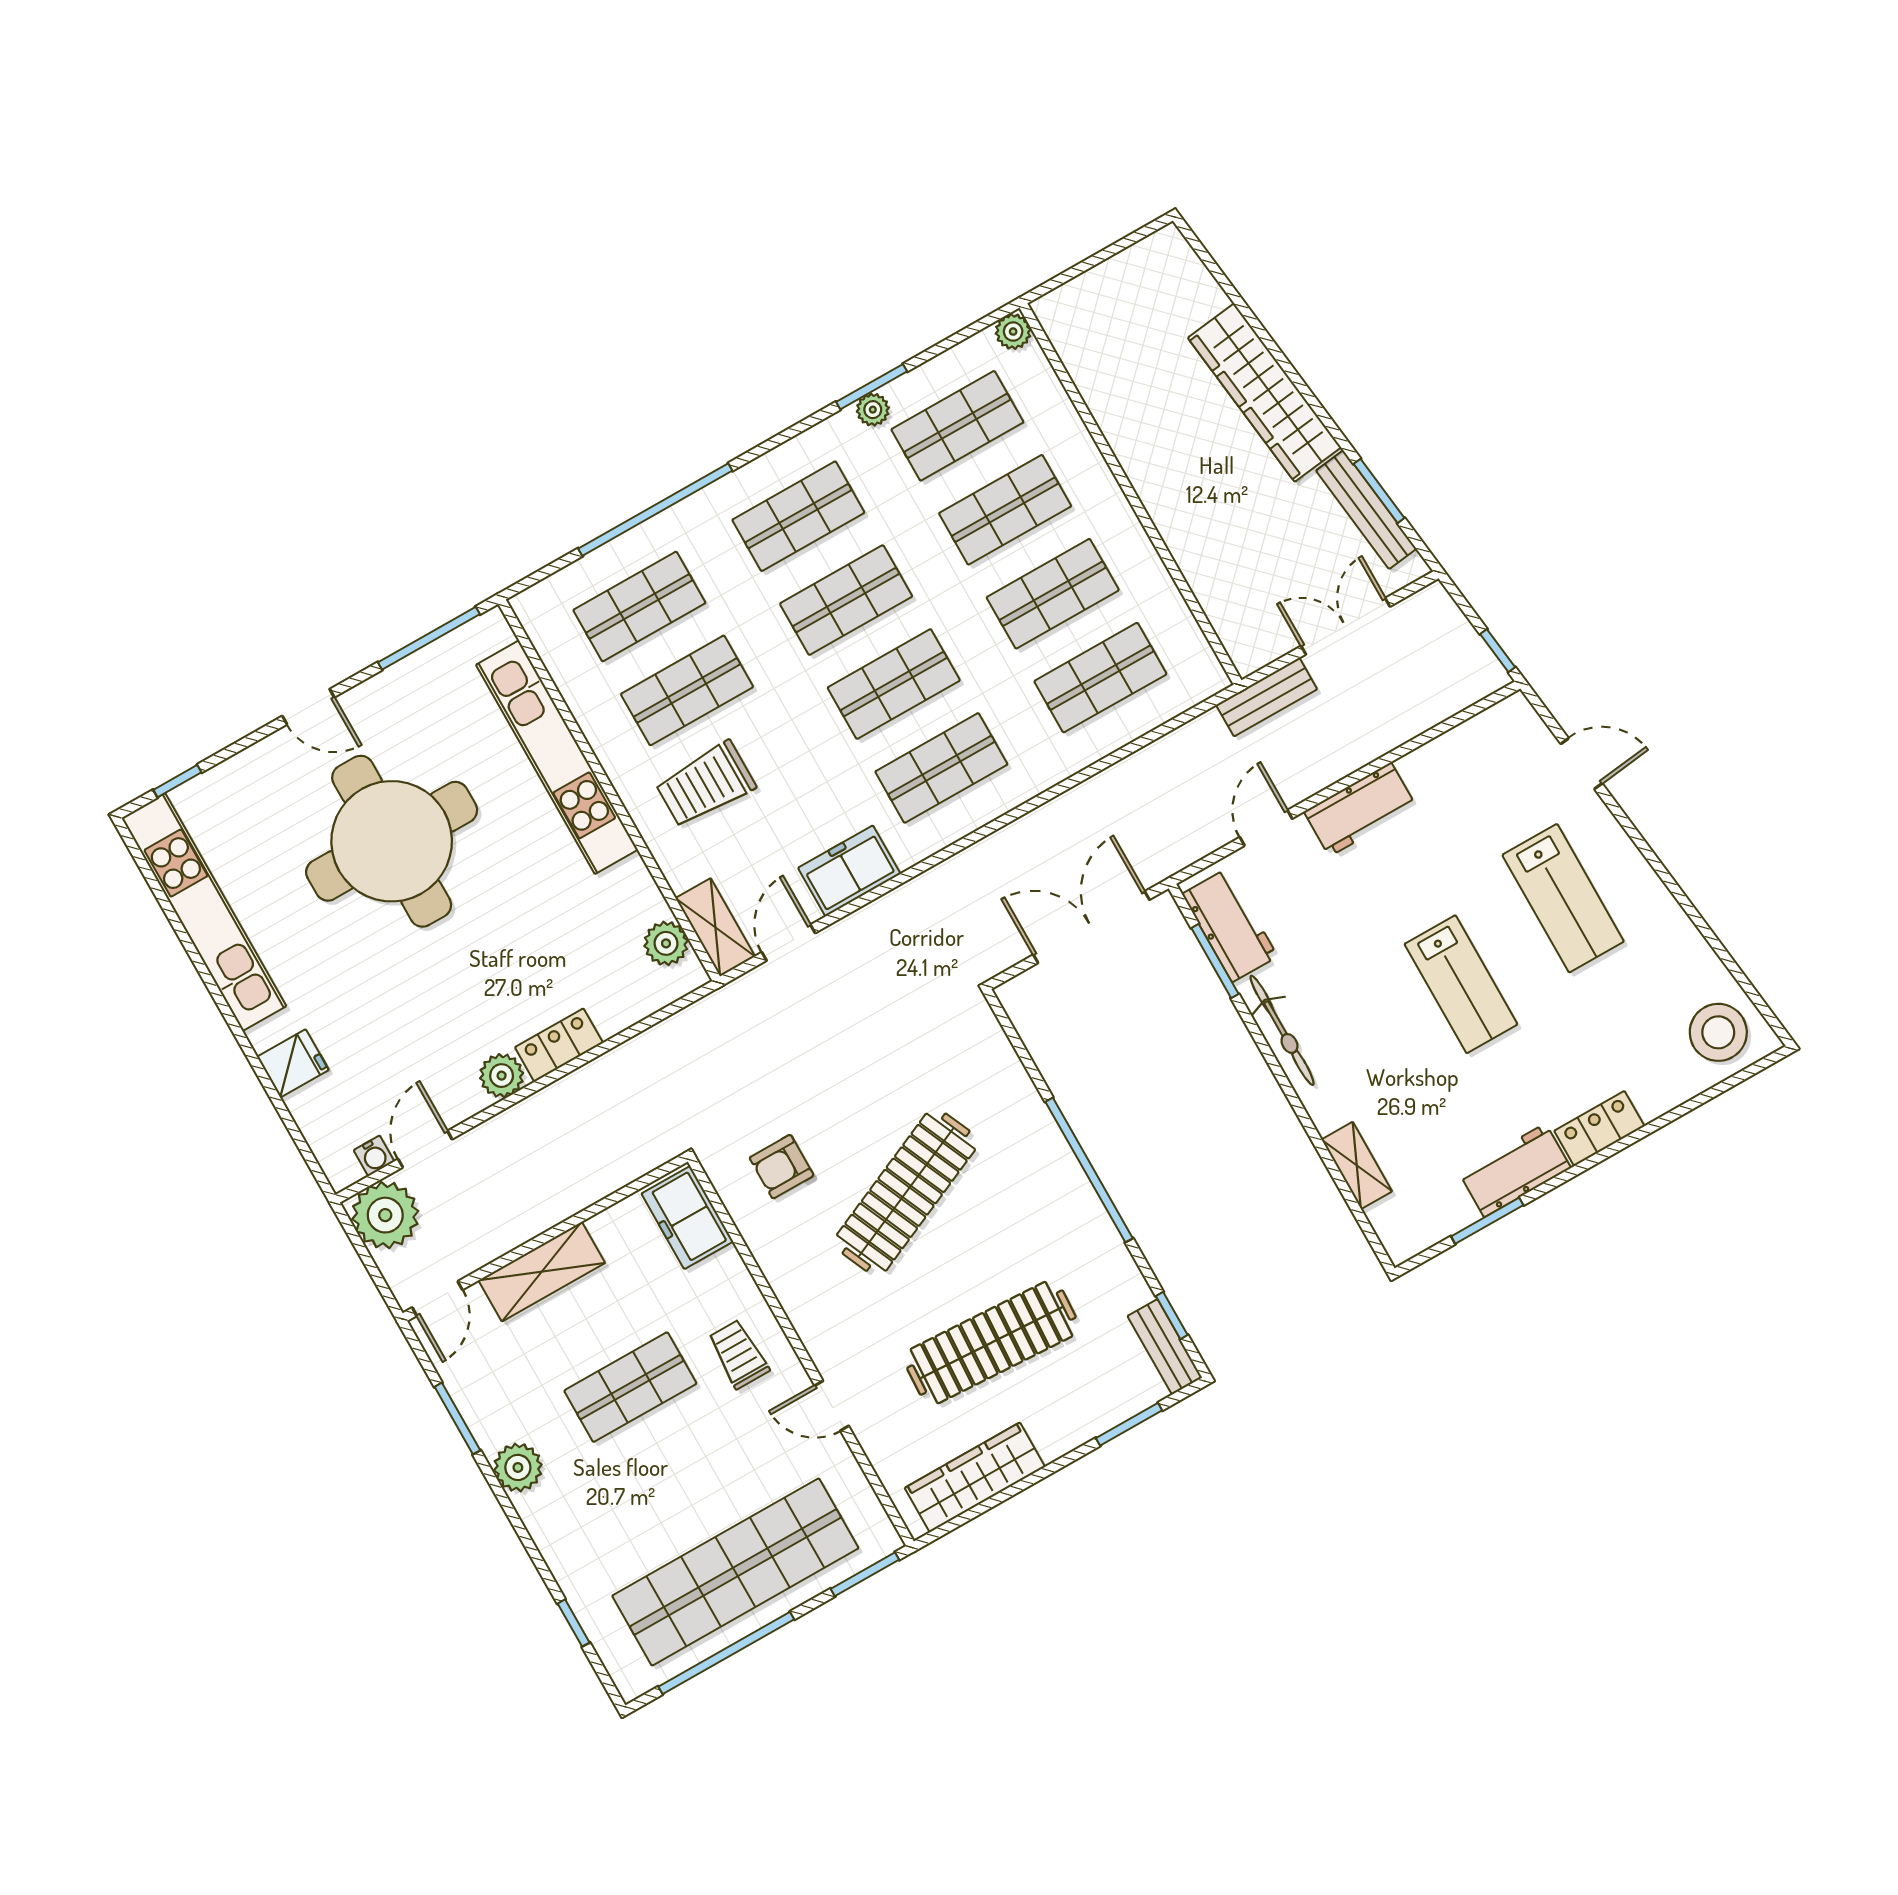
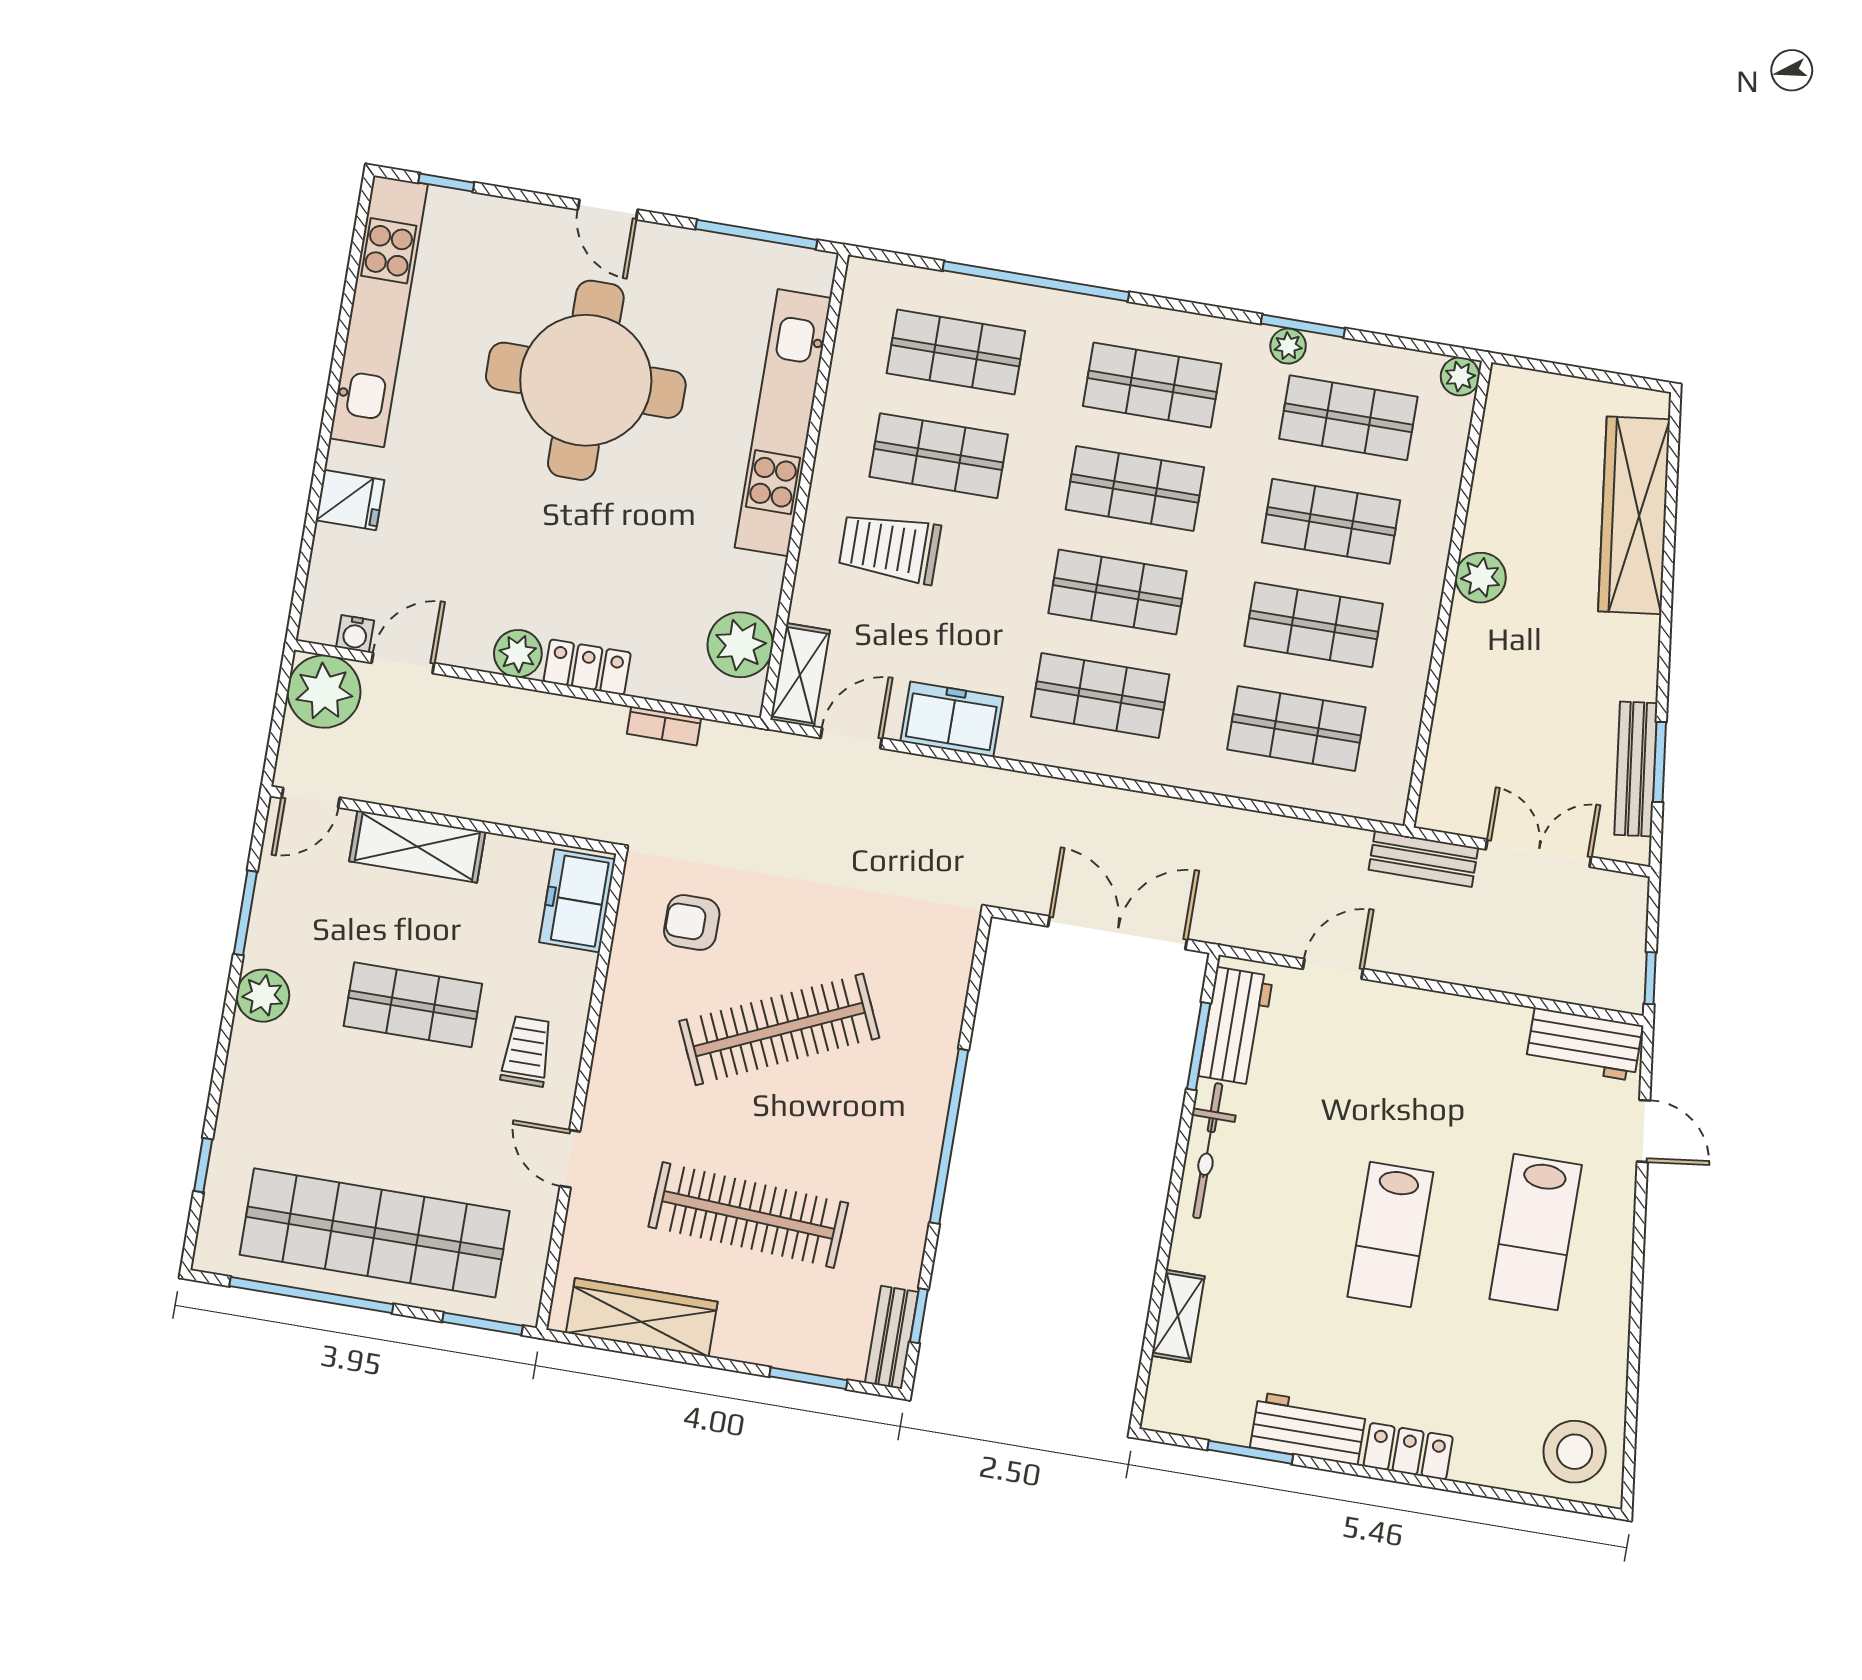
wardrobe: (1264, 393) -> (1634, 515), moved
plant: (1144, 463) -> (1481, 578), added
workbench: (1360, 809) -> (1584, 1044), moved
plant: (666, 943) -> (740, 645), width x1.36, depth x1.36
bookcase: (648, 1042) -> (664, 726), added

